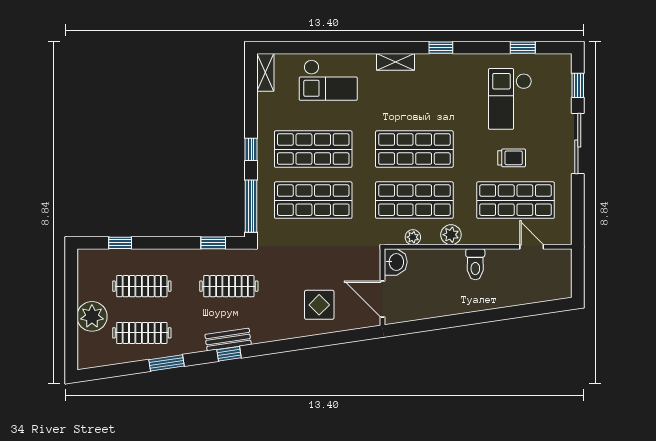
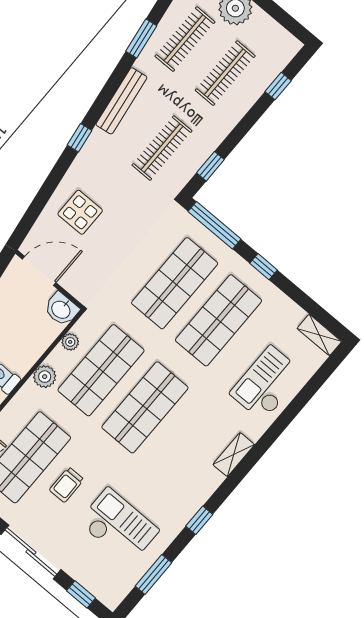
window: (441, 48) -> (199, 520), moved
window: (523, 48) -> (153, 574), width x1.50
bench: (228, 339) -> (121, 101), width x1.36
window: (229, 354) -> (80, 138), moved

